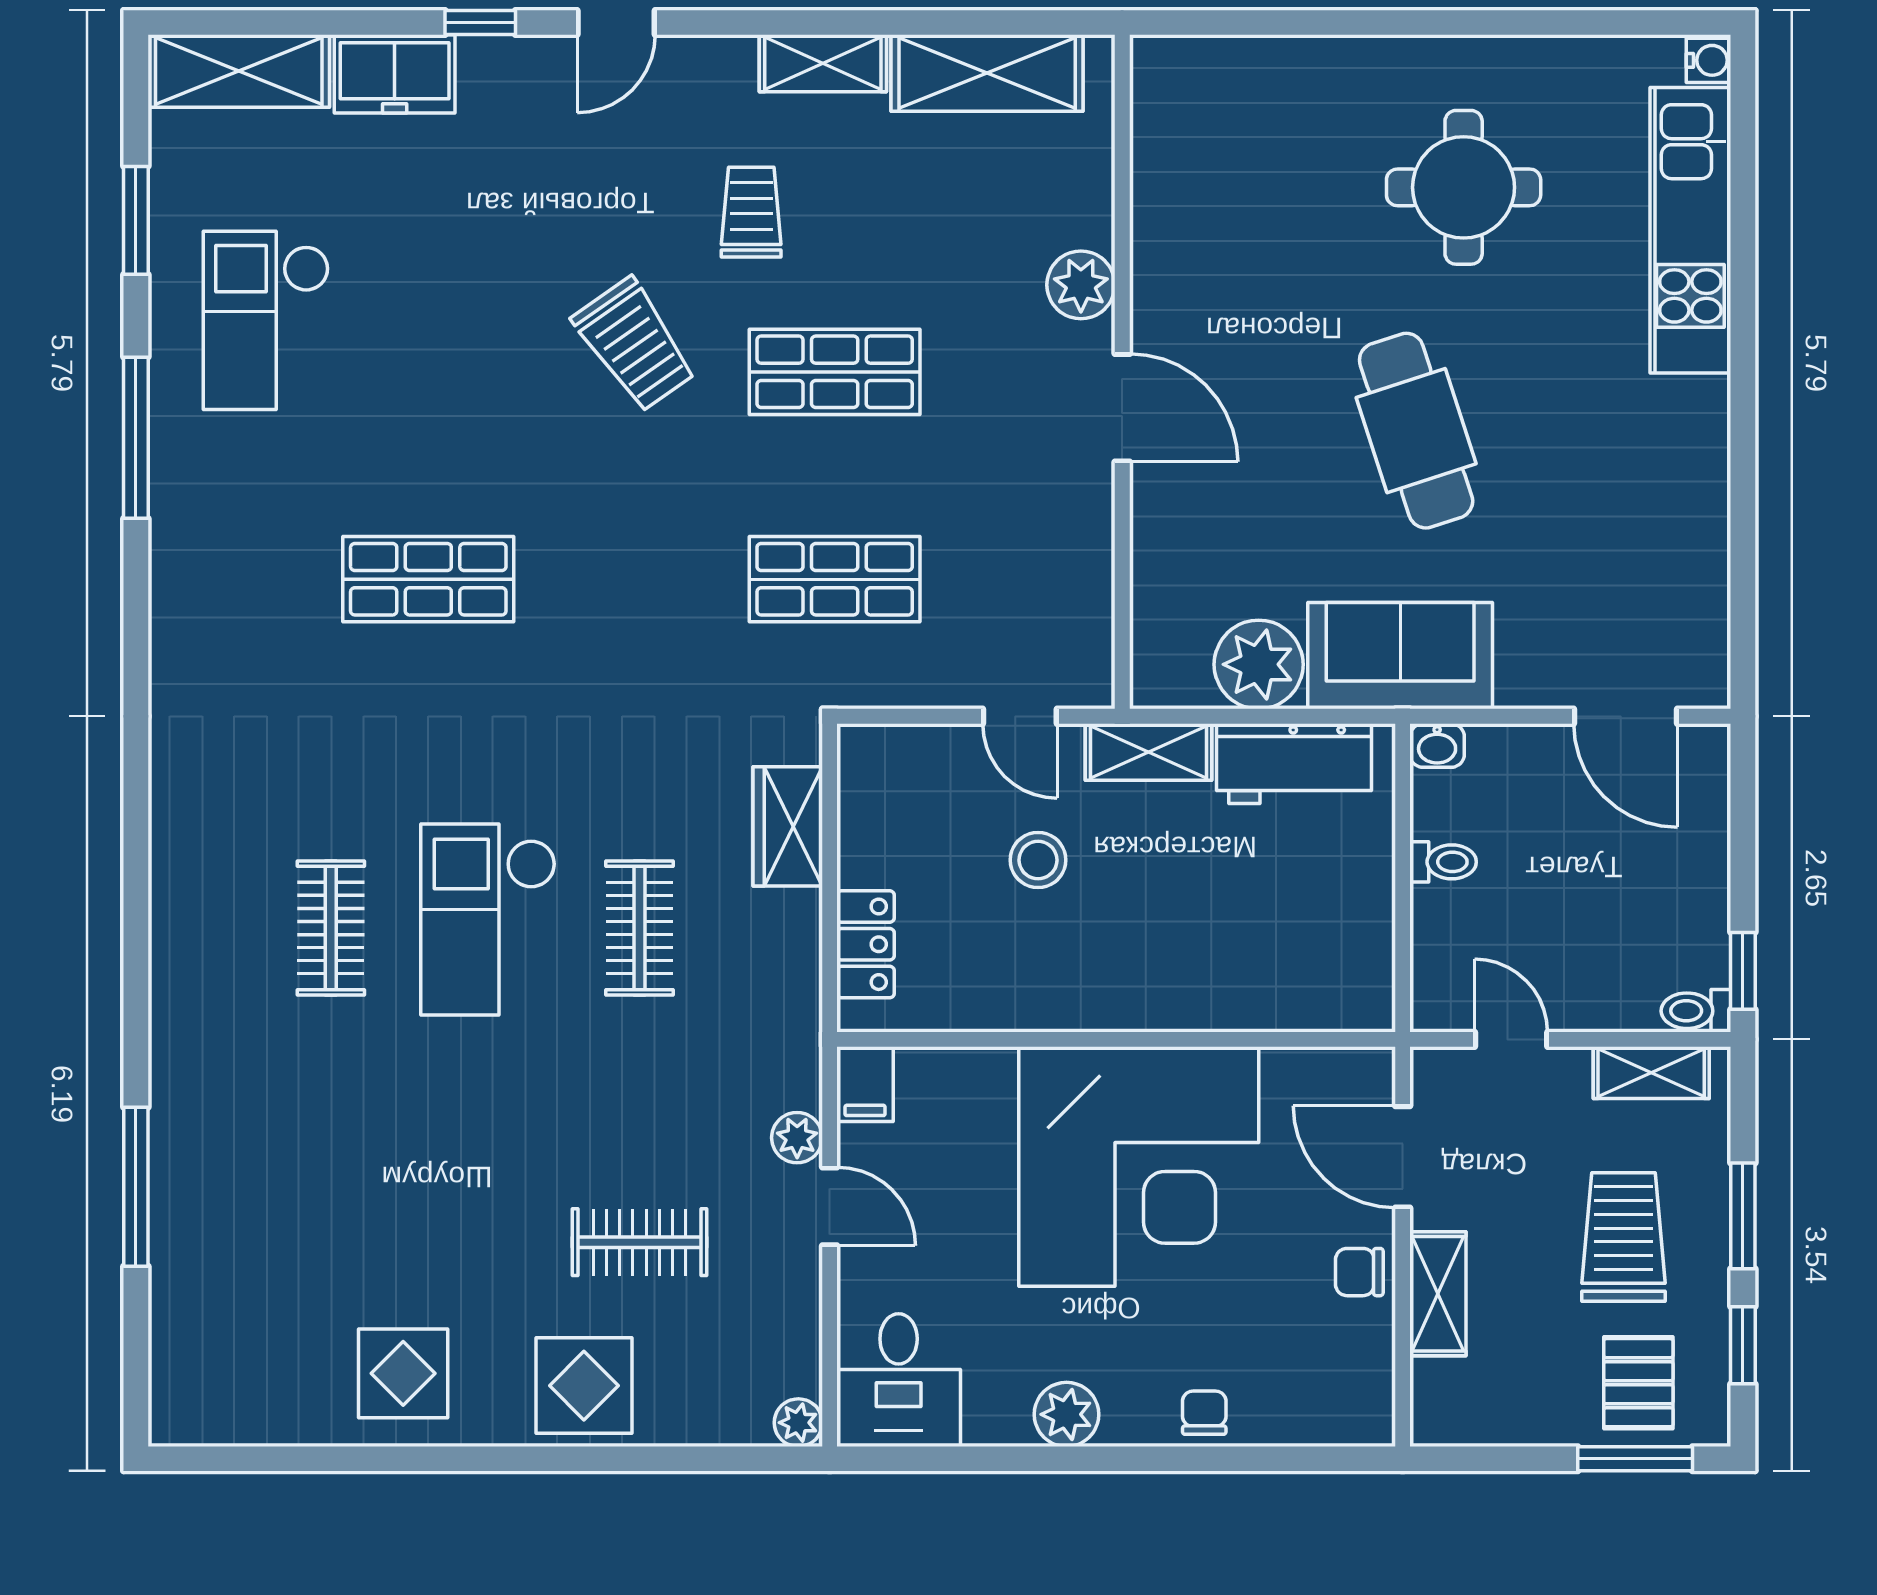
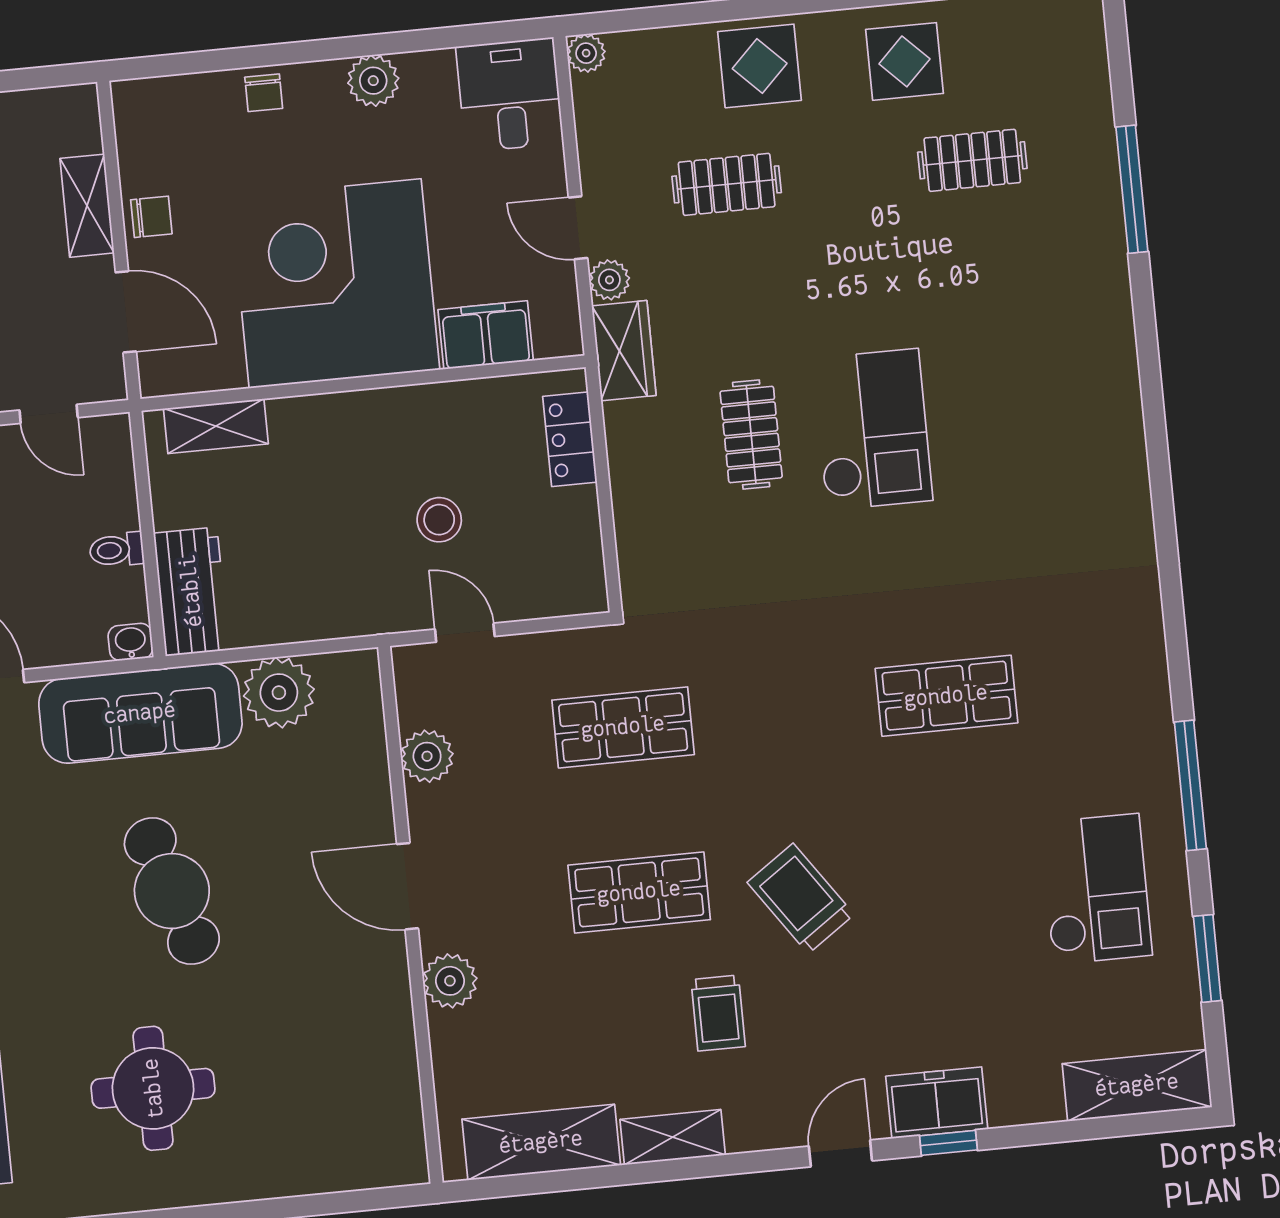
freezer: (395, 74) -> (937, 1103), moved
plant: (1082, 567) -> (427, 756), added
sofa: (1400, 656) -> (140, 713), width x1.36
shelving: (1149, 752) -> (216, 426), moved
workbench: (1294, 764) -> (191, 591), moved, turned 90
wardrobe: (788, 826) -> (624, 351), moved
clothes rail: (331, 928) -> (972, 160), moved, turned 90
filing cabinet: (865, 1084) -> (486, 335), moved, width x2.00

